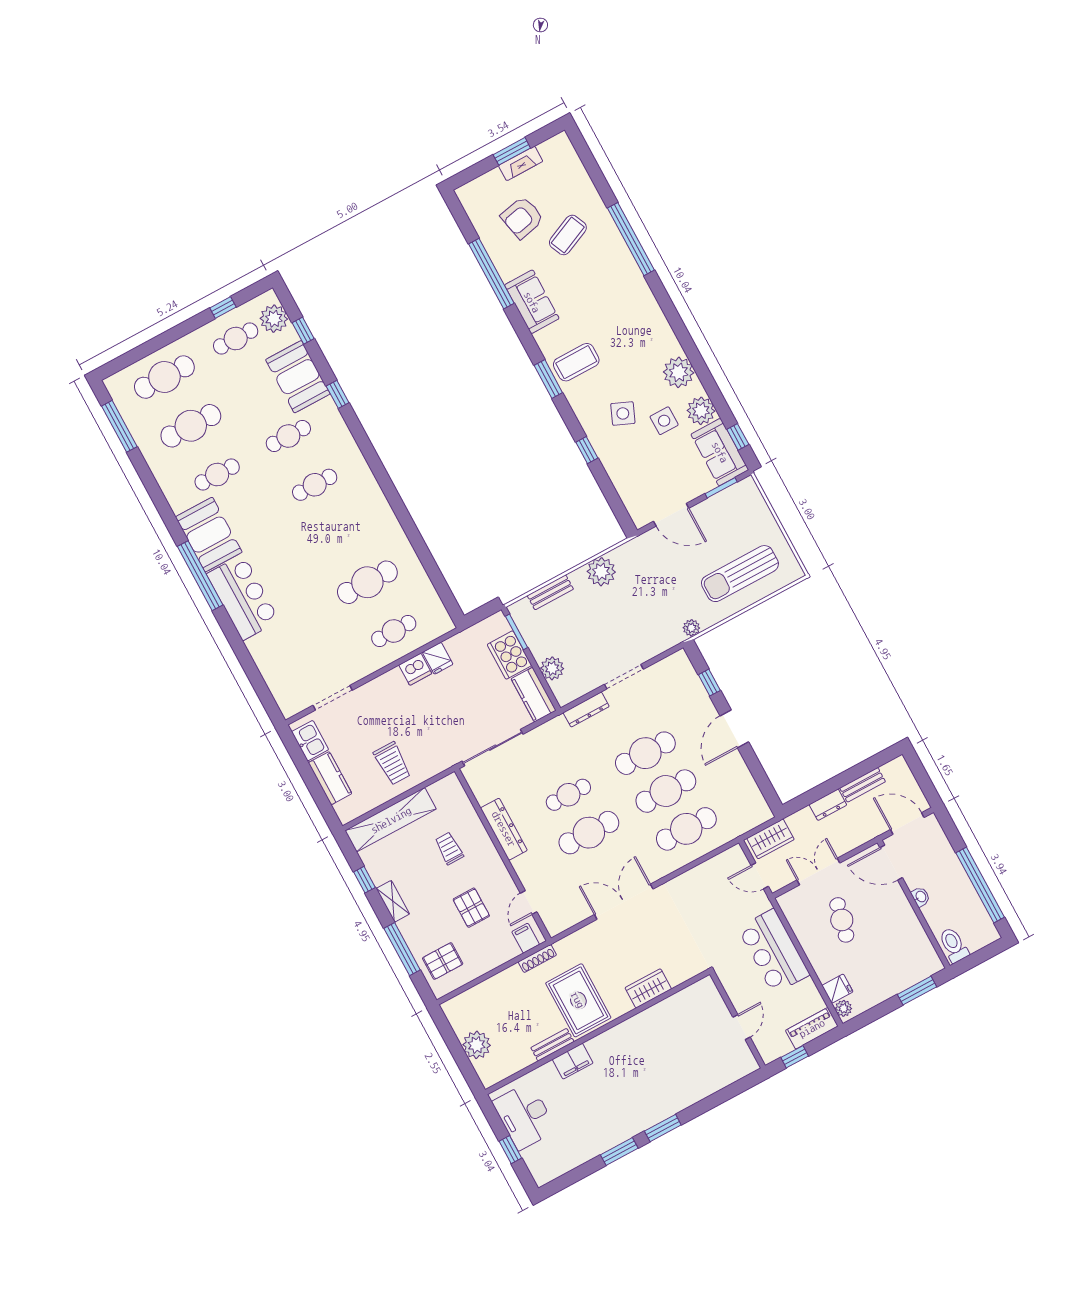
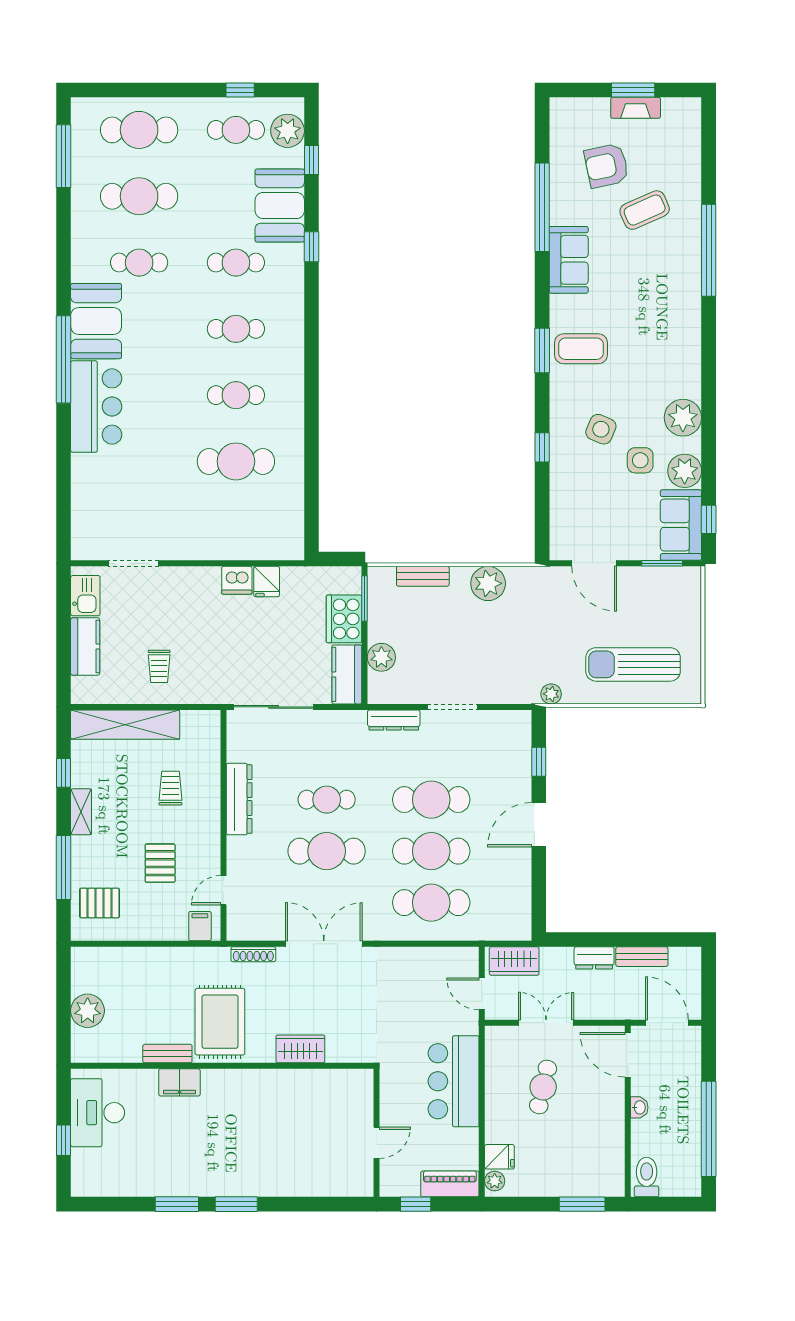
cafe table: (394, 631) -> (236, 395), moved
trolley: (392, 763) -> (159, 666), width x0.73, depth x0.72
shoe rack: (537, 958) -> (253, 954), moved

